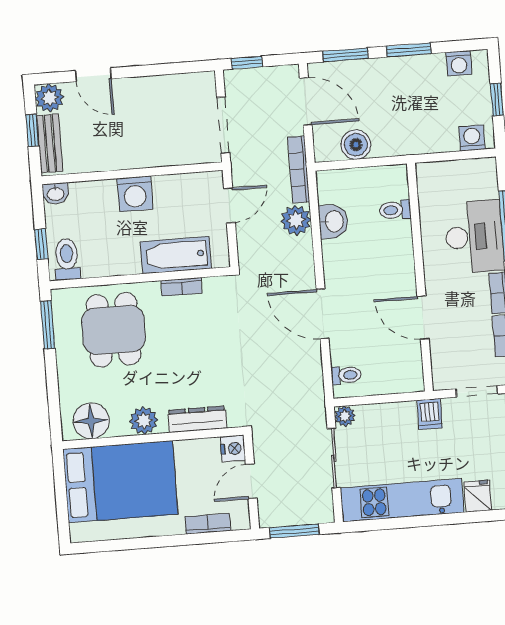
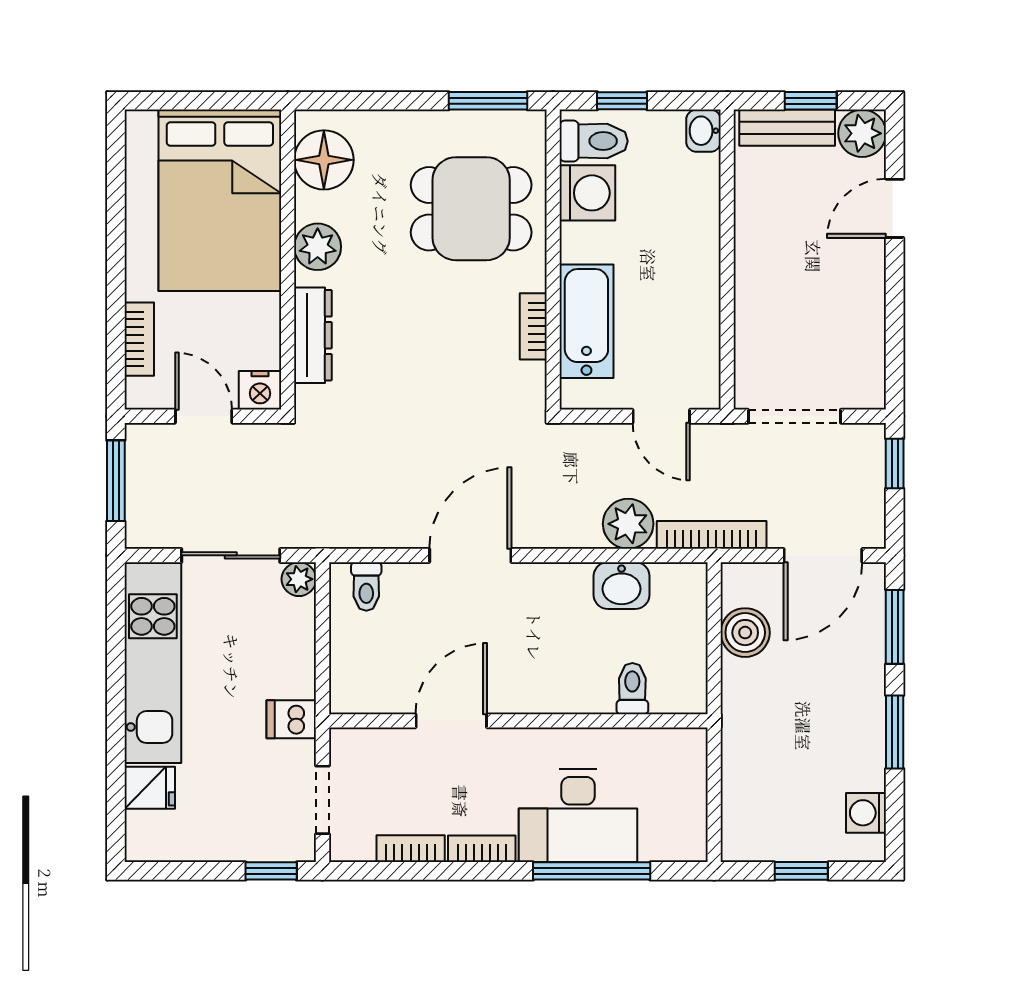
washing machine: (472, 138) -> (741, 825), removed
washing machine: (135, 194) -> (587, 193), moved, turned 180

